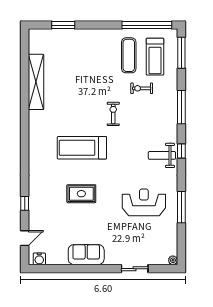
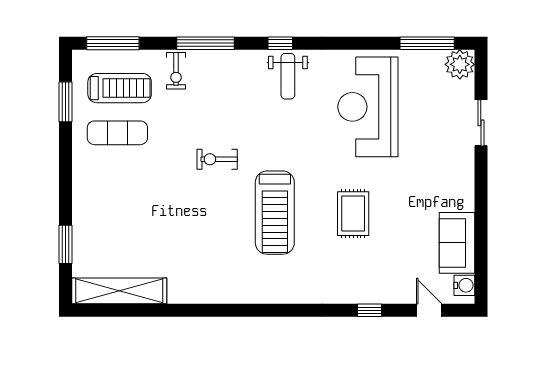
window: (147, 25) -> (66, 102), width x0.47
shelving: (36, 82) -> (119, 291), moved
exercise bike: (142, 88) -> (176, 71), moved
reception desk: (144, 202) -> (368, 107), width x1.36, depth x1.30
window: (181, 207) -> (427, 43), moved
sofa: (86, 255) -> (457, 243), moved
plant: (173, 260) -> (460, 64), width x1.87, depth x1.87

